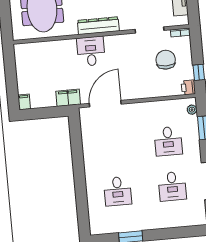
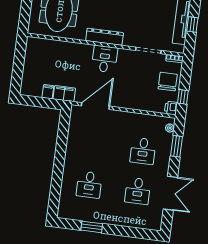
desk: (91, 51) -> (105, 59), moved
chair: (166, 60) -> (168, 82), moved
filing cabinet: (24, 102) -> (48, 92), moved

